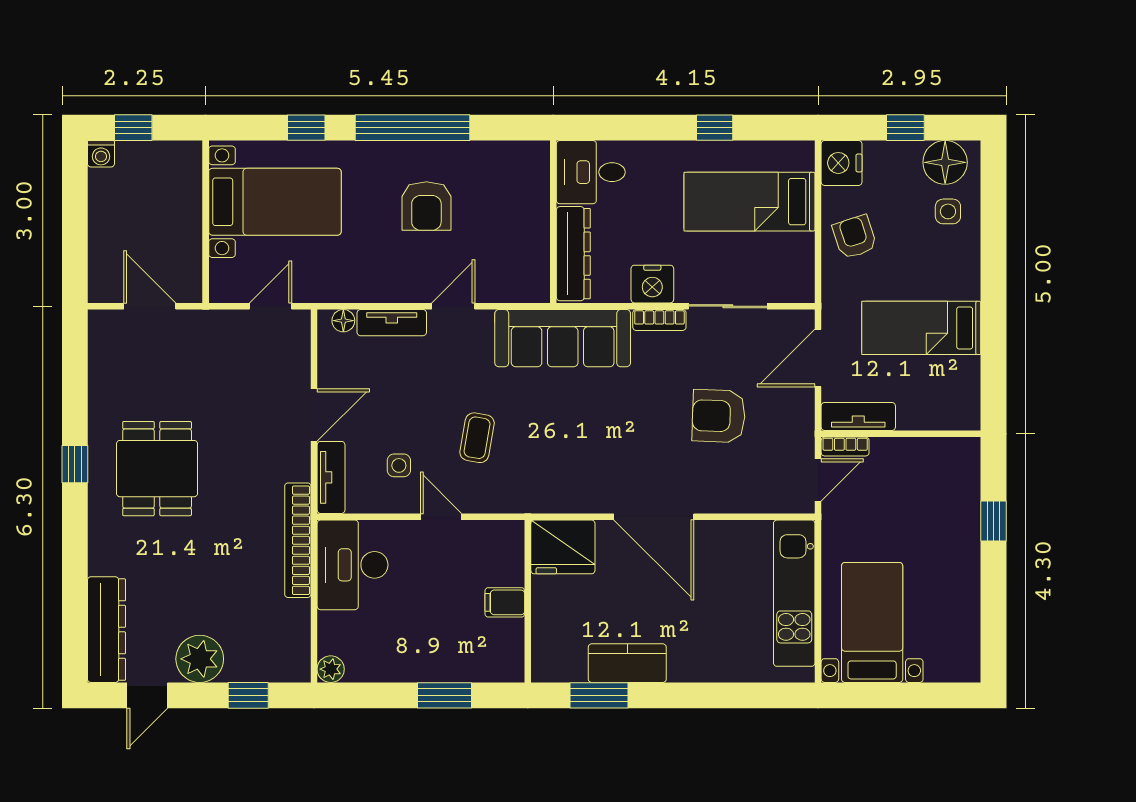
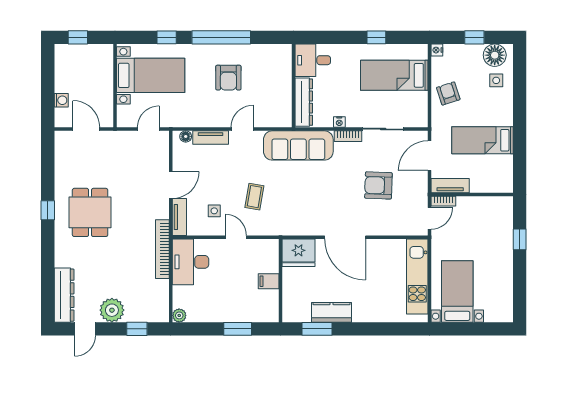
washing machine: (101, 154) -> (61, 100), moved, turned -90
nightstand: (842, 163) -> (437, 50), width x0.53, depth x0.56
nightstand: (652, 284) -> (339, 122), width x0.53, depth x0.56

